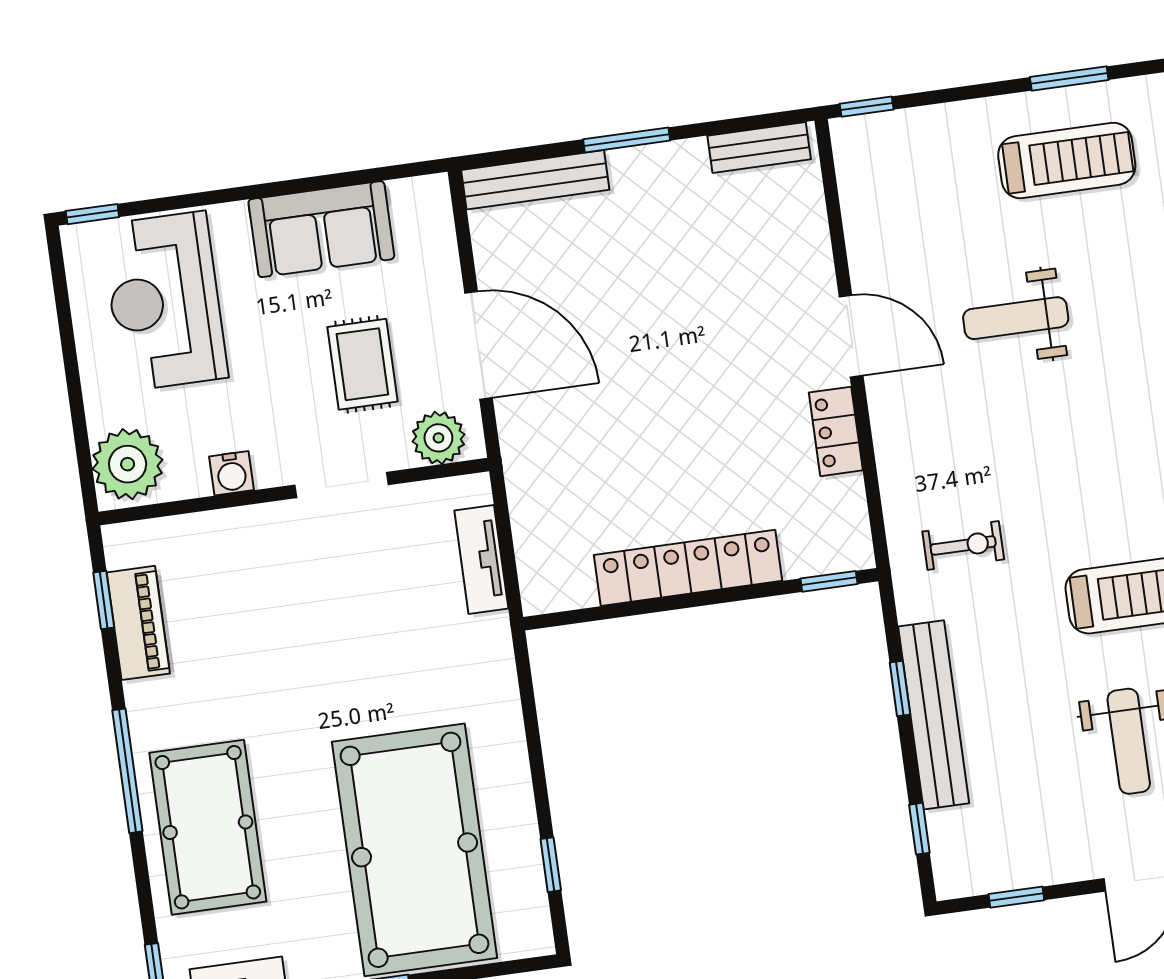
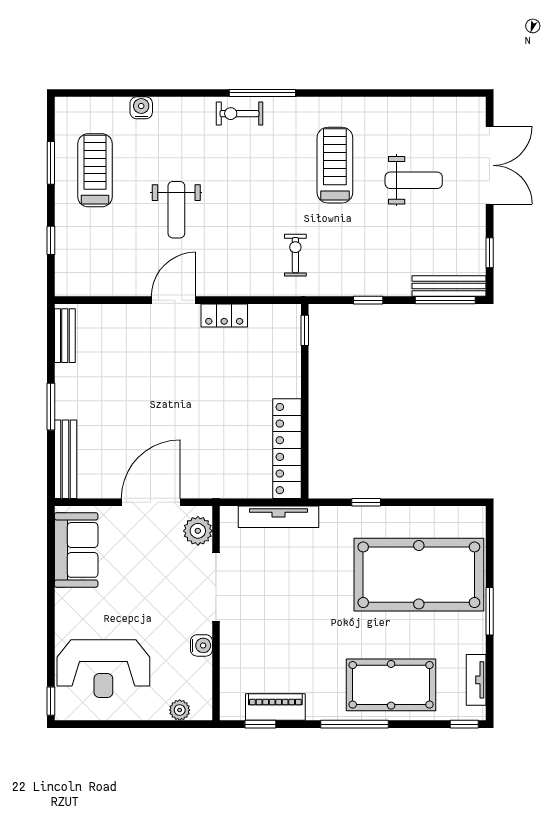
window: (867, 107) -> (51, 240), moved
sofa: (321, 229) -> (76, 550), moved
rug: (362, 364) -> (152, 566), removed
plant: (128, 464) -> (180, 710), width x0.53, depth x0.53
doorway: (341, 485) -> (216, 587), width x1.36
tv unit: (481, 560) -> (279, 517), width x1.41
locker: (688, 568) -> (287, 449), moved
bench: (934, 715) -> (449, 286), moved, width x0.73, depth x0.82
window: (919, 829) -> (445, 300), width x2.17
window: (551, 865) -> (366, 502), moved

